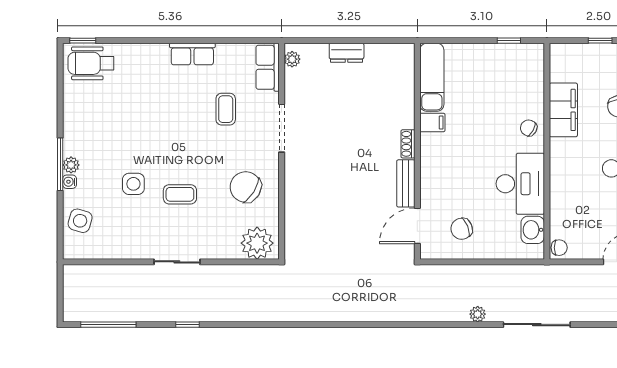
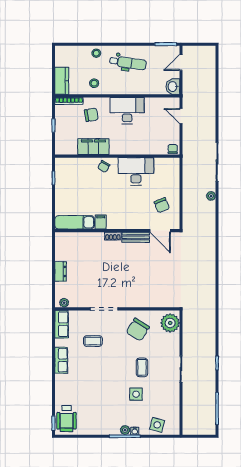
row of seats: (268, 67) -> (62, 324), moved, turned -90
washbasin: (533, 230) -> (162, 164), removed

